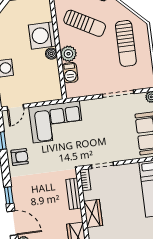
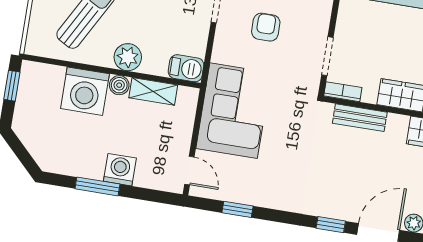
barbecue: (70, 73) -> (186, 68), moved
shelving: (54, 74) -> (153, 91), added
armchair: (20, 157) -> (266, 27), moved

